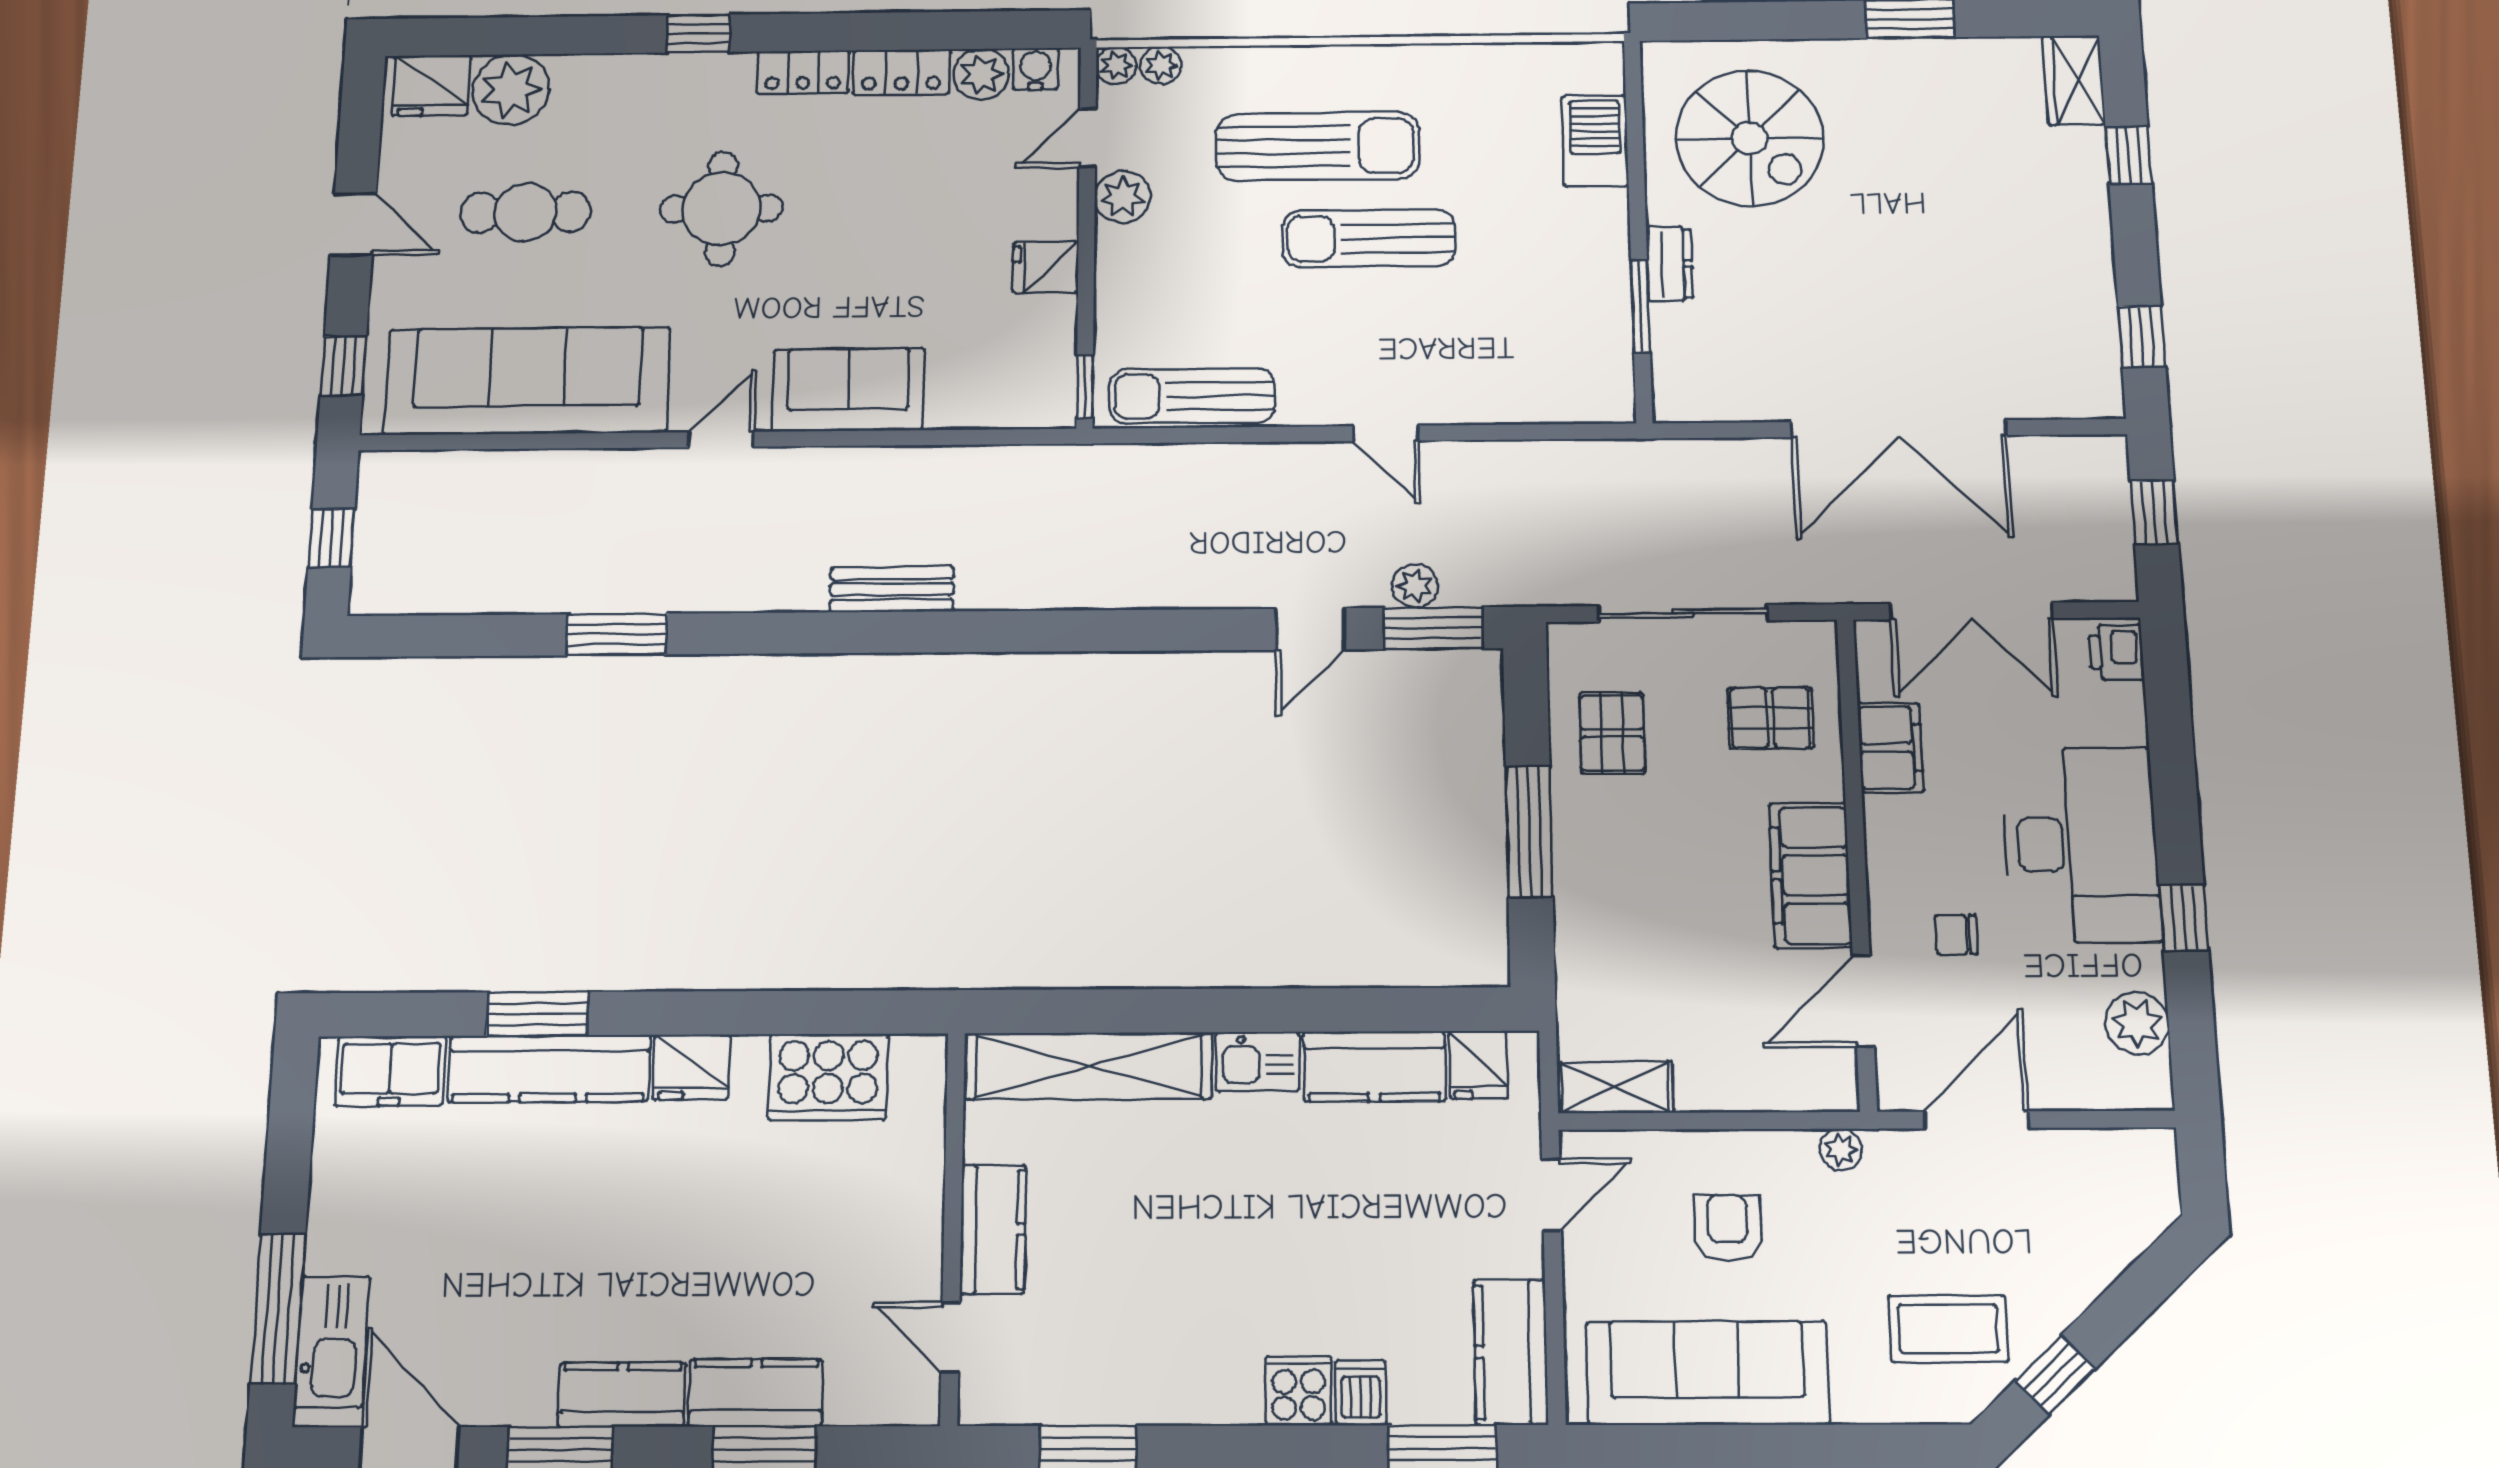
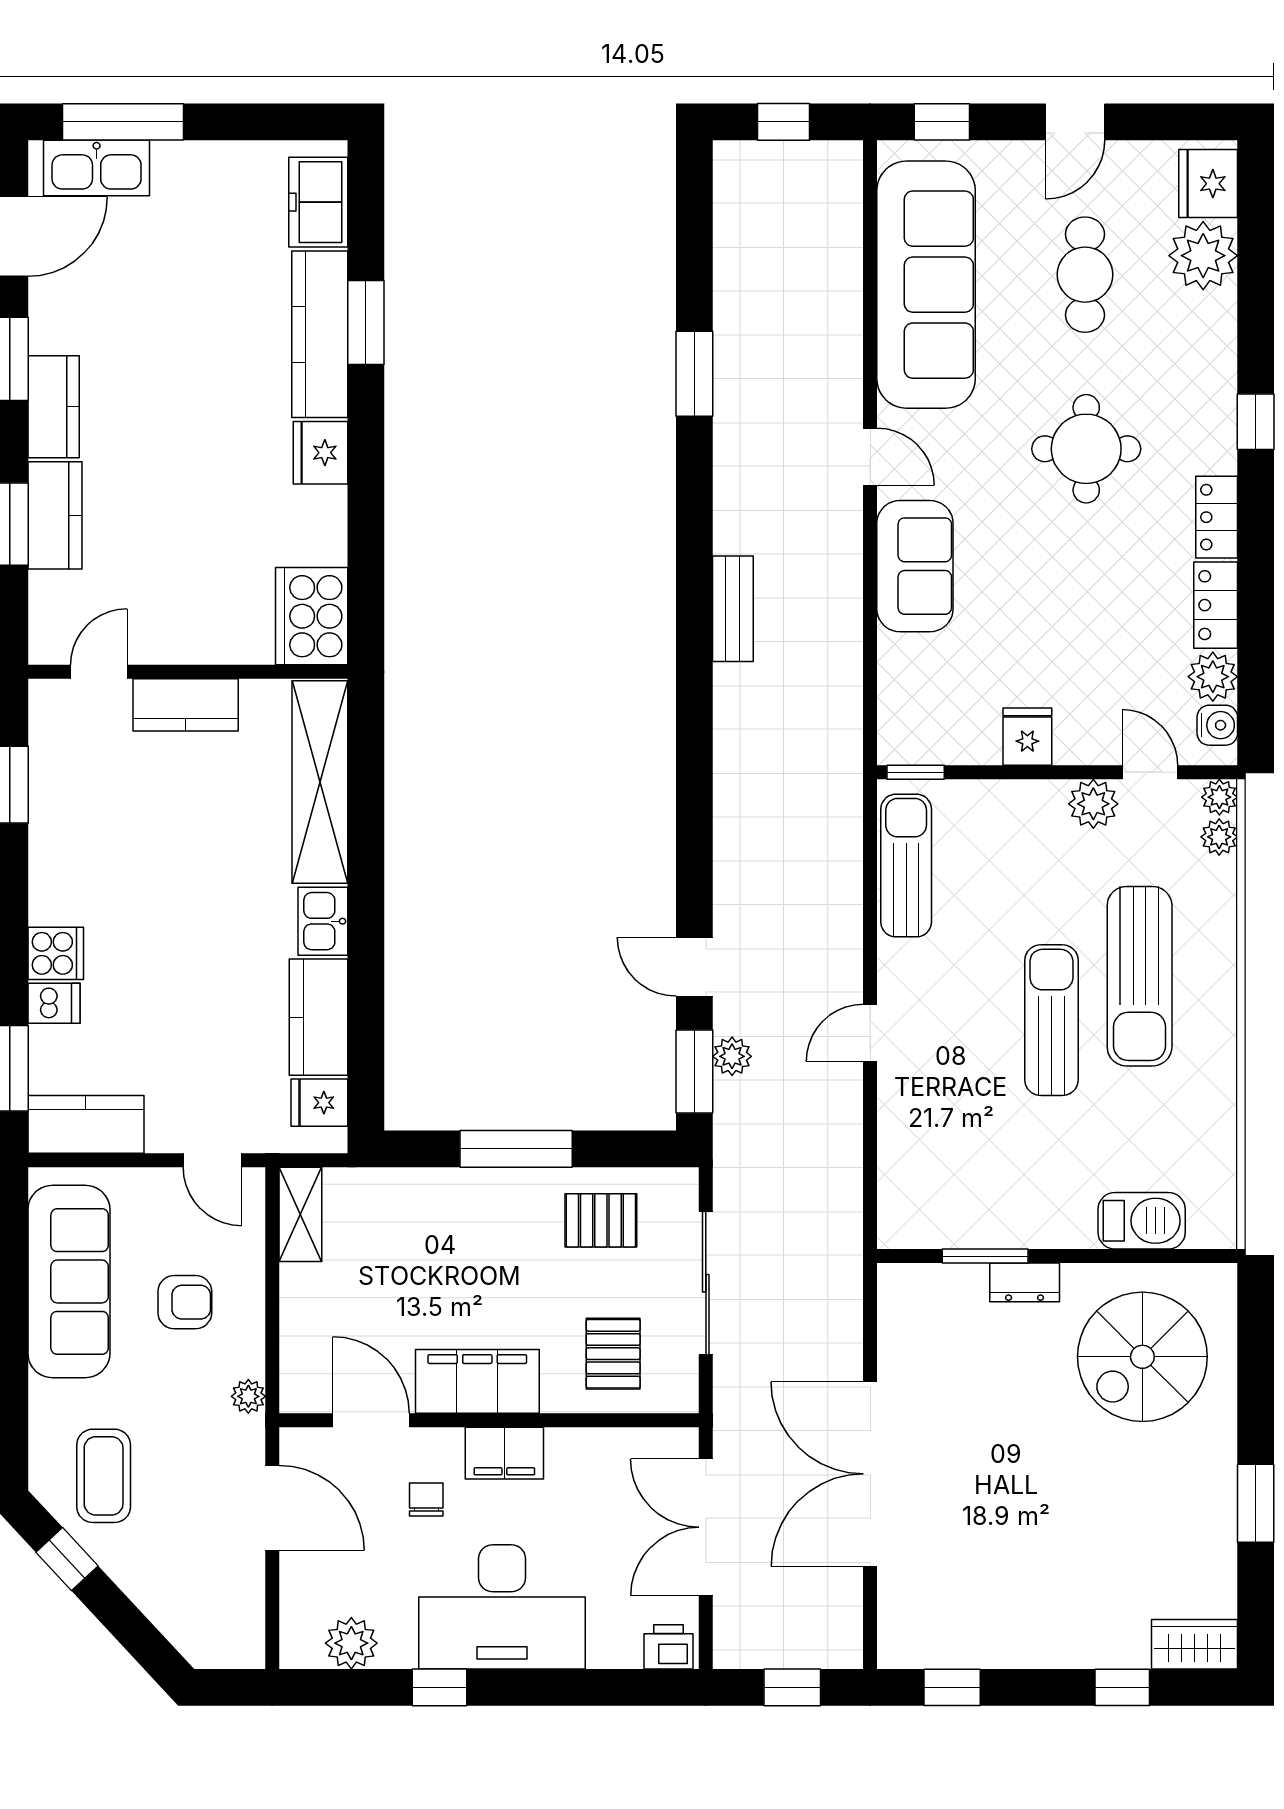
filing cabinet: (1890, 747) -> (504, 1453), moved
cooker: (828, 1077) -> (312, 616), moved

